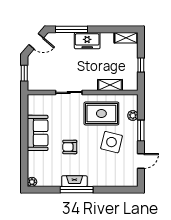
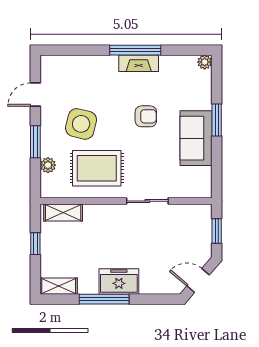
window: (71, 29) -> (104, 299), moved
shelving: (110, 85) -> (63, 213), moved
window: (24, 145) -> (217, 120), added

